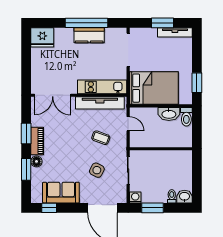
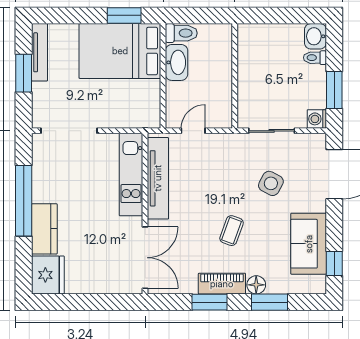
kitchen counter: (89, 35) -> (44, 229), moved
bed: (154, 88) -> (120, 51), moved, turned -90
coffee table: (101, 138) -> (232, 231), moved

